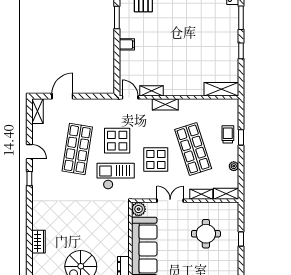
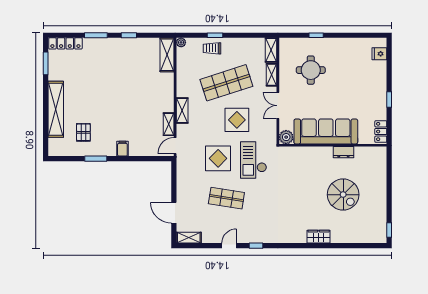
shop shelf: (77, 149) -> (226, 198), width x0.70, depth x0.74
plant: (234, 166) -> (181, 42), moved

